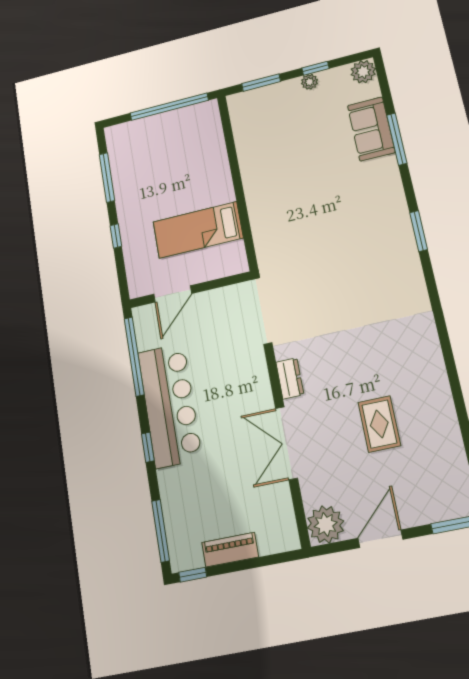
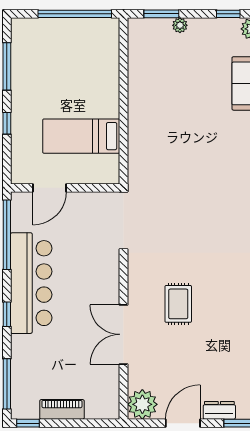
window: (316, 68) -> (228, 14), moved
plant: (309, 82) -> (180, 25), moved
dresser: (290, 378) -> (219, 410), moved, turned -90
rug: (379, 424) -> (178, 304), moved

